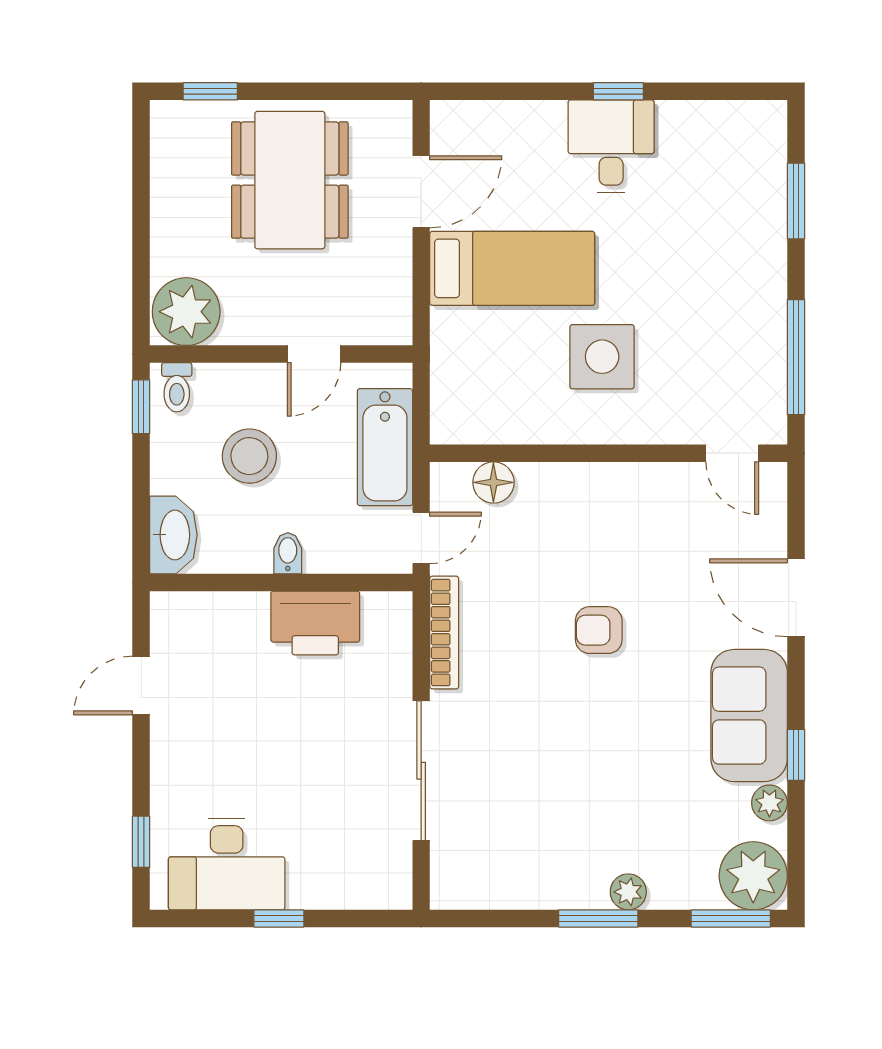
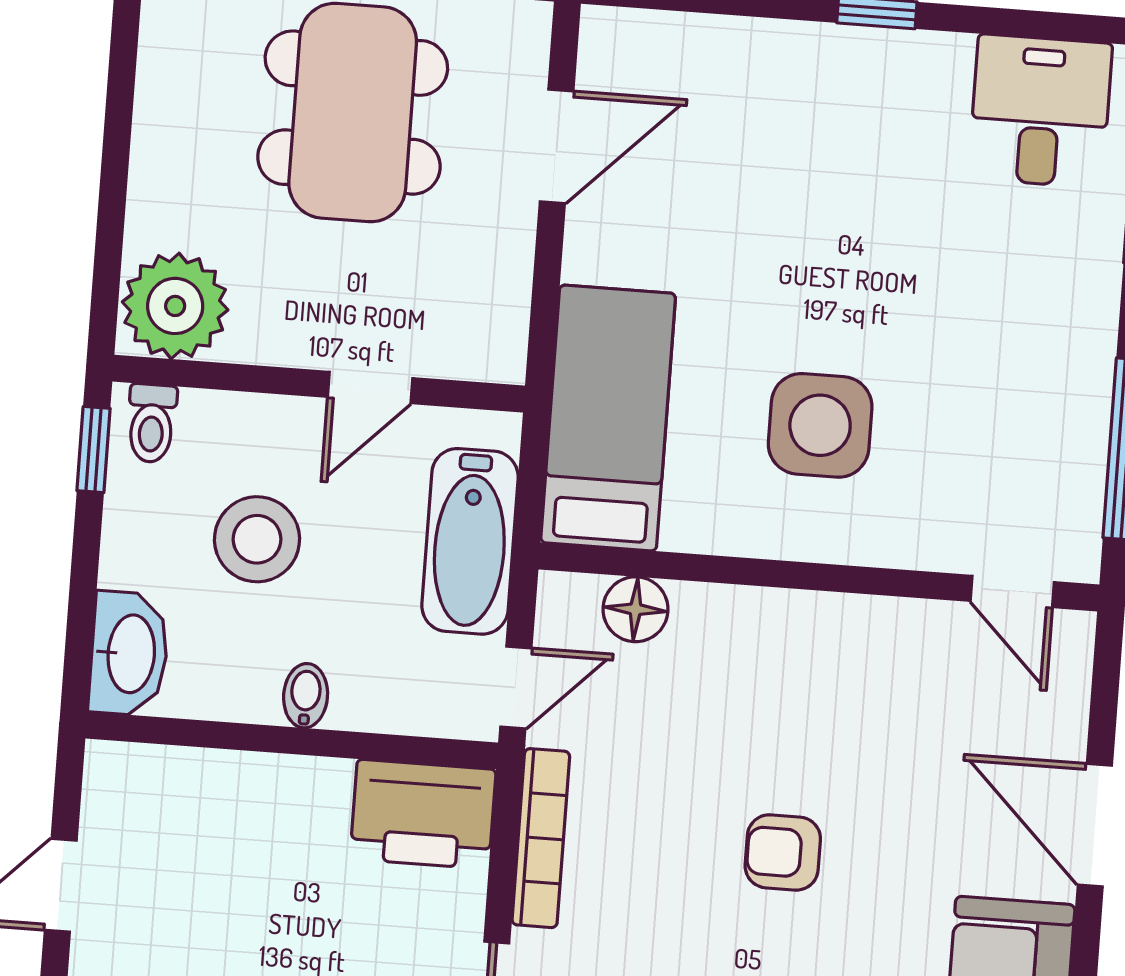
desk: (611, 146) -> (1040, 111), moved
bed: (512, 268) -> (608, 418), moved, turned -90
printer: (315, 623) -> (423, 814), moved

